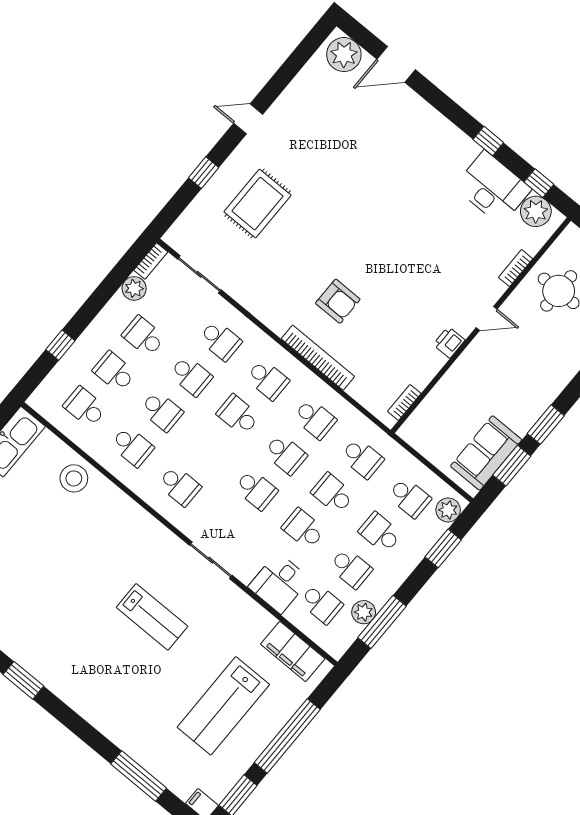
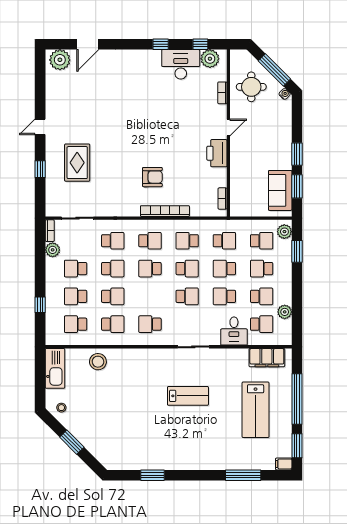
printer: (449, 342) -> (217, 153), width x1.87, depth x1.48
school desk: (315, 419) -> (187, 241), turned 180
school desk: (179, 486) -> (150, 324), turned 180
window: (382, 622) -> (297, 309), removed

